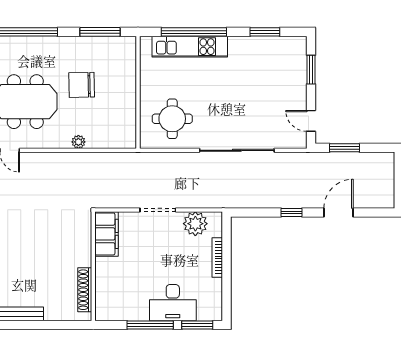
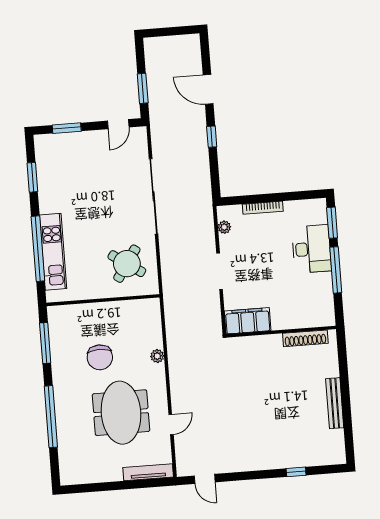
round table: (172, 119) -> (127, 264), turned 34
plant: (195, 224) -> (224, 227), width x0.53, depth x0.53

